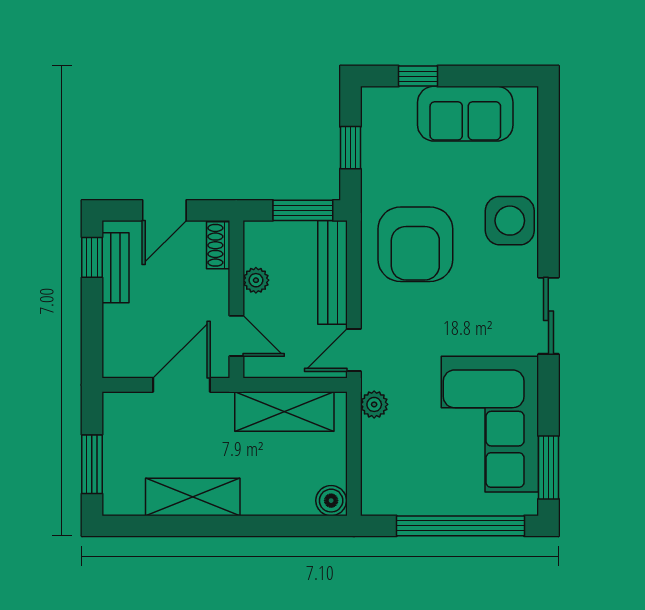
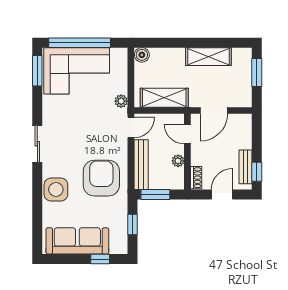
sofa: (465, 114) -> (77, 241), width x1.36
corner sofa: (490, 424) -> (77, 71), moved, turned 90

